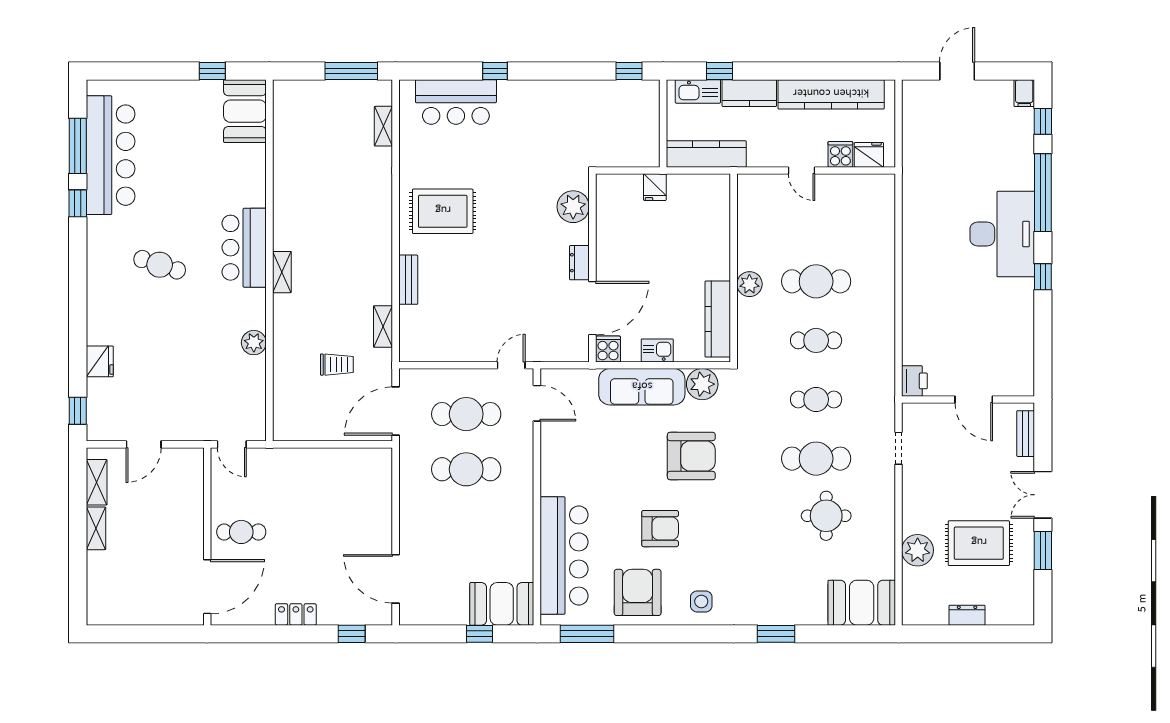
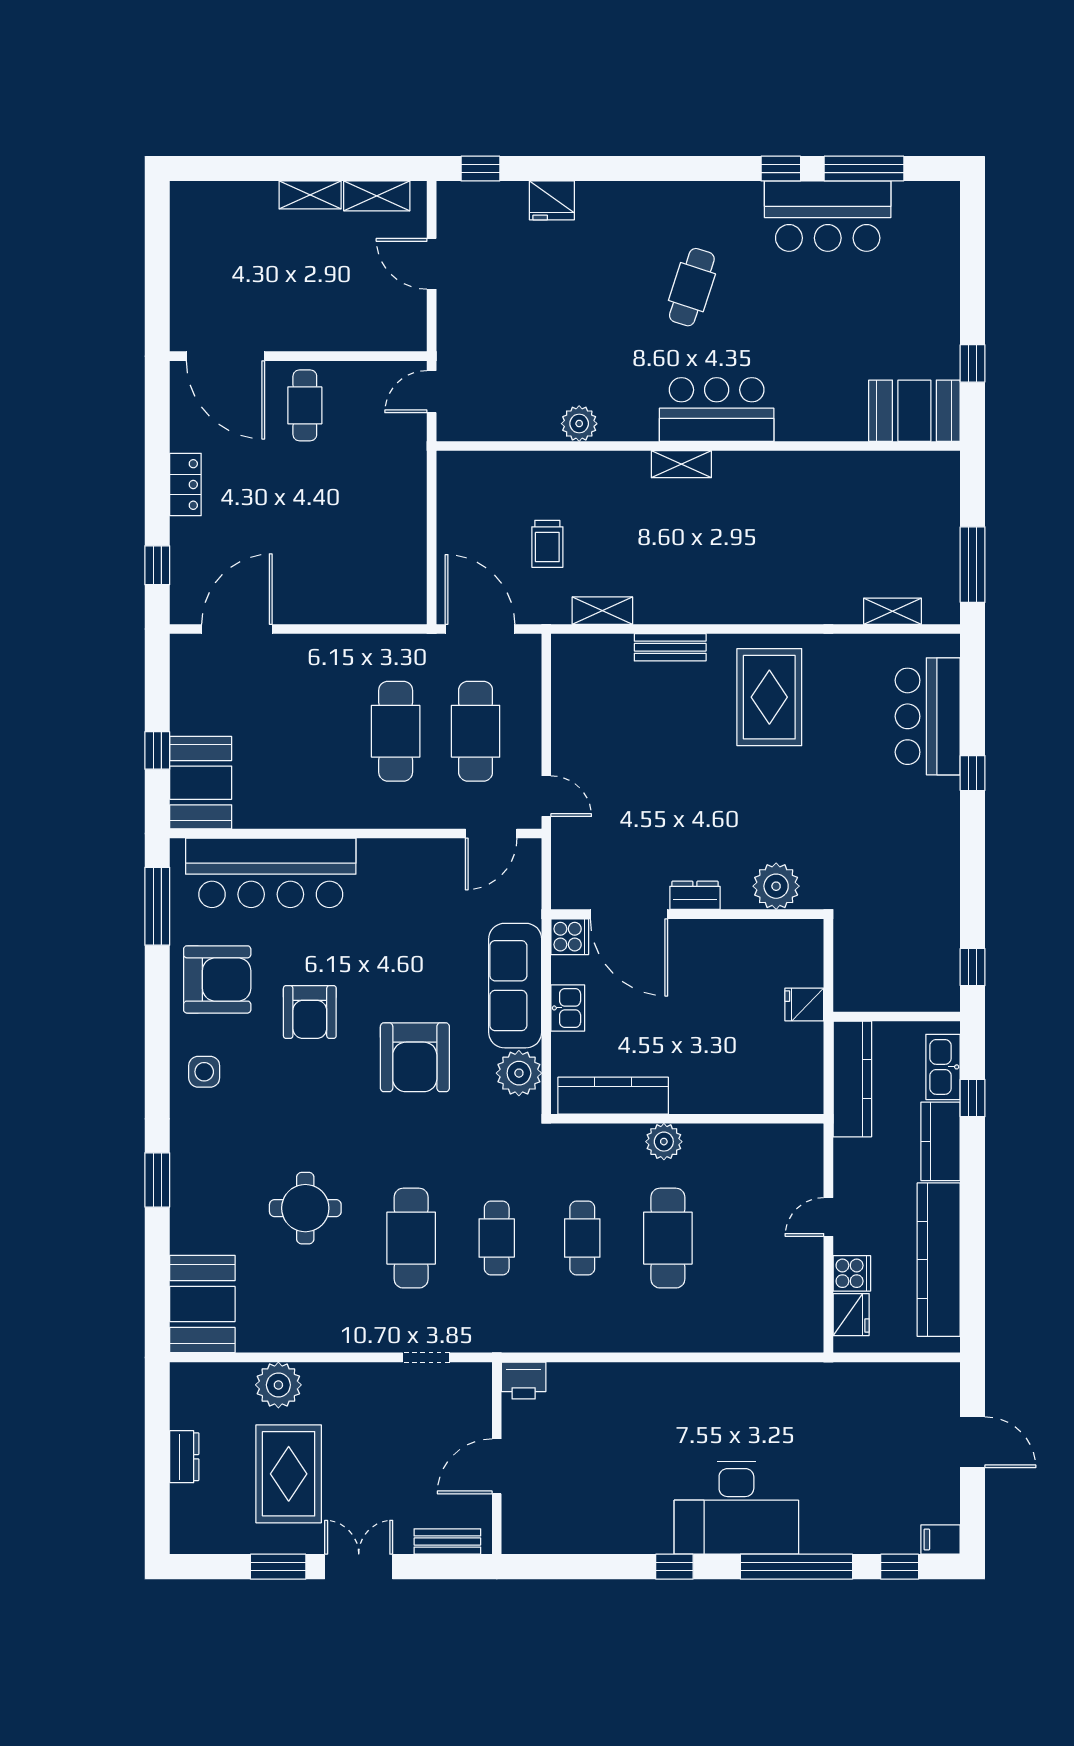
bar counter: (111, 155) -> (828, 216), width x0.73
round table: (826, 516) -> (305, 1208), moved

